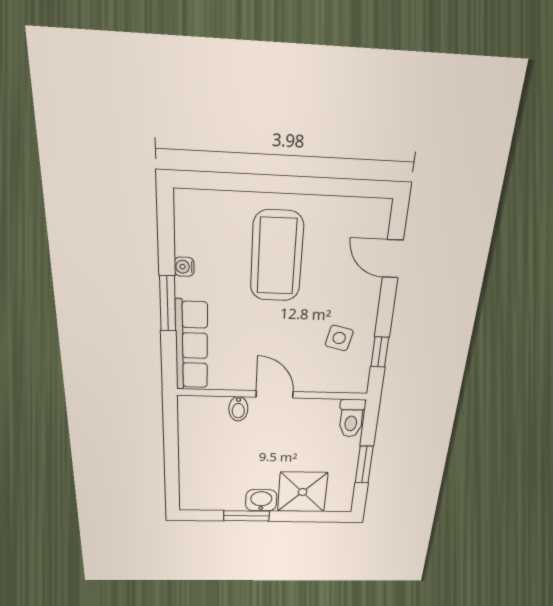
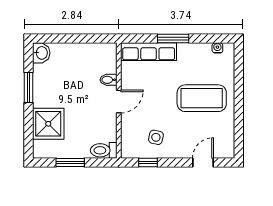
water cooler: (184, 267) -> (217, 48), moved
washbasin: (261, 500) -> (41, 53), moved

